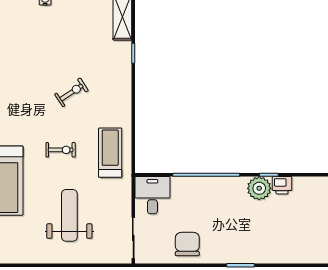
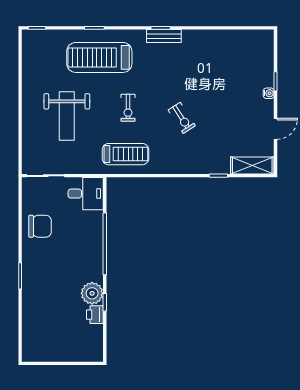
weight bench: (69, 215) -> (67, 116), turned 90

